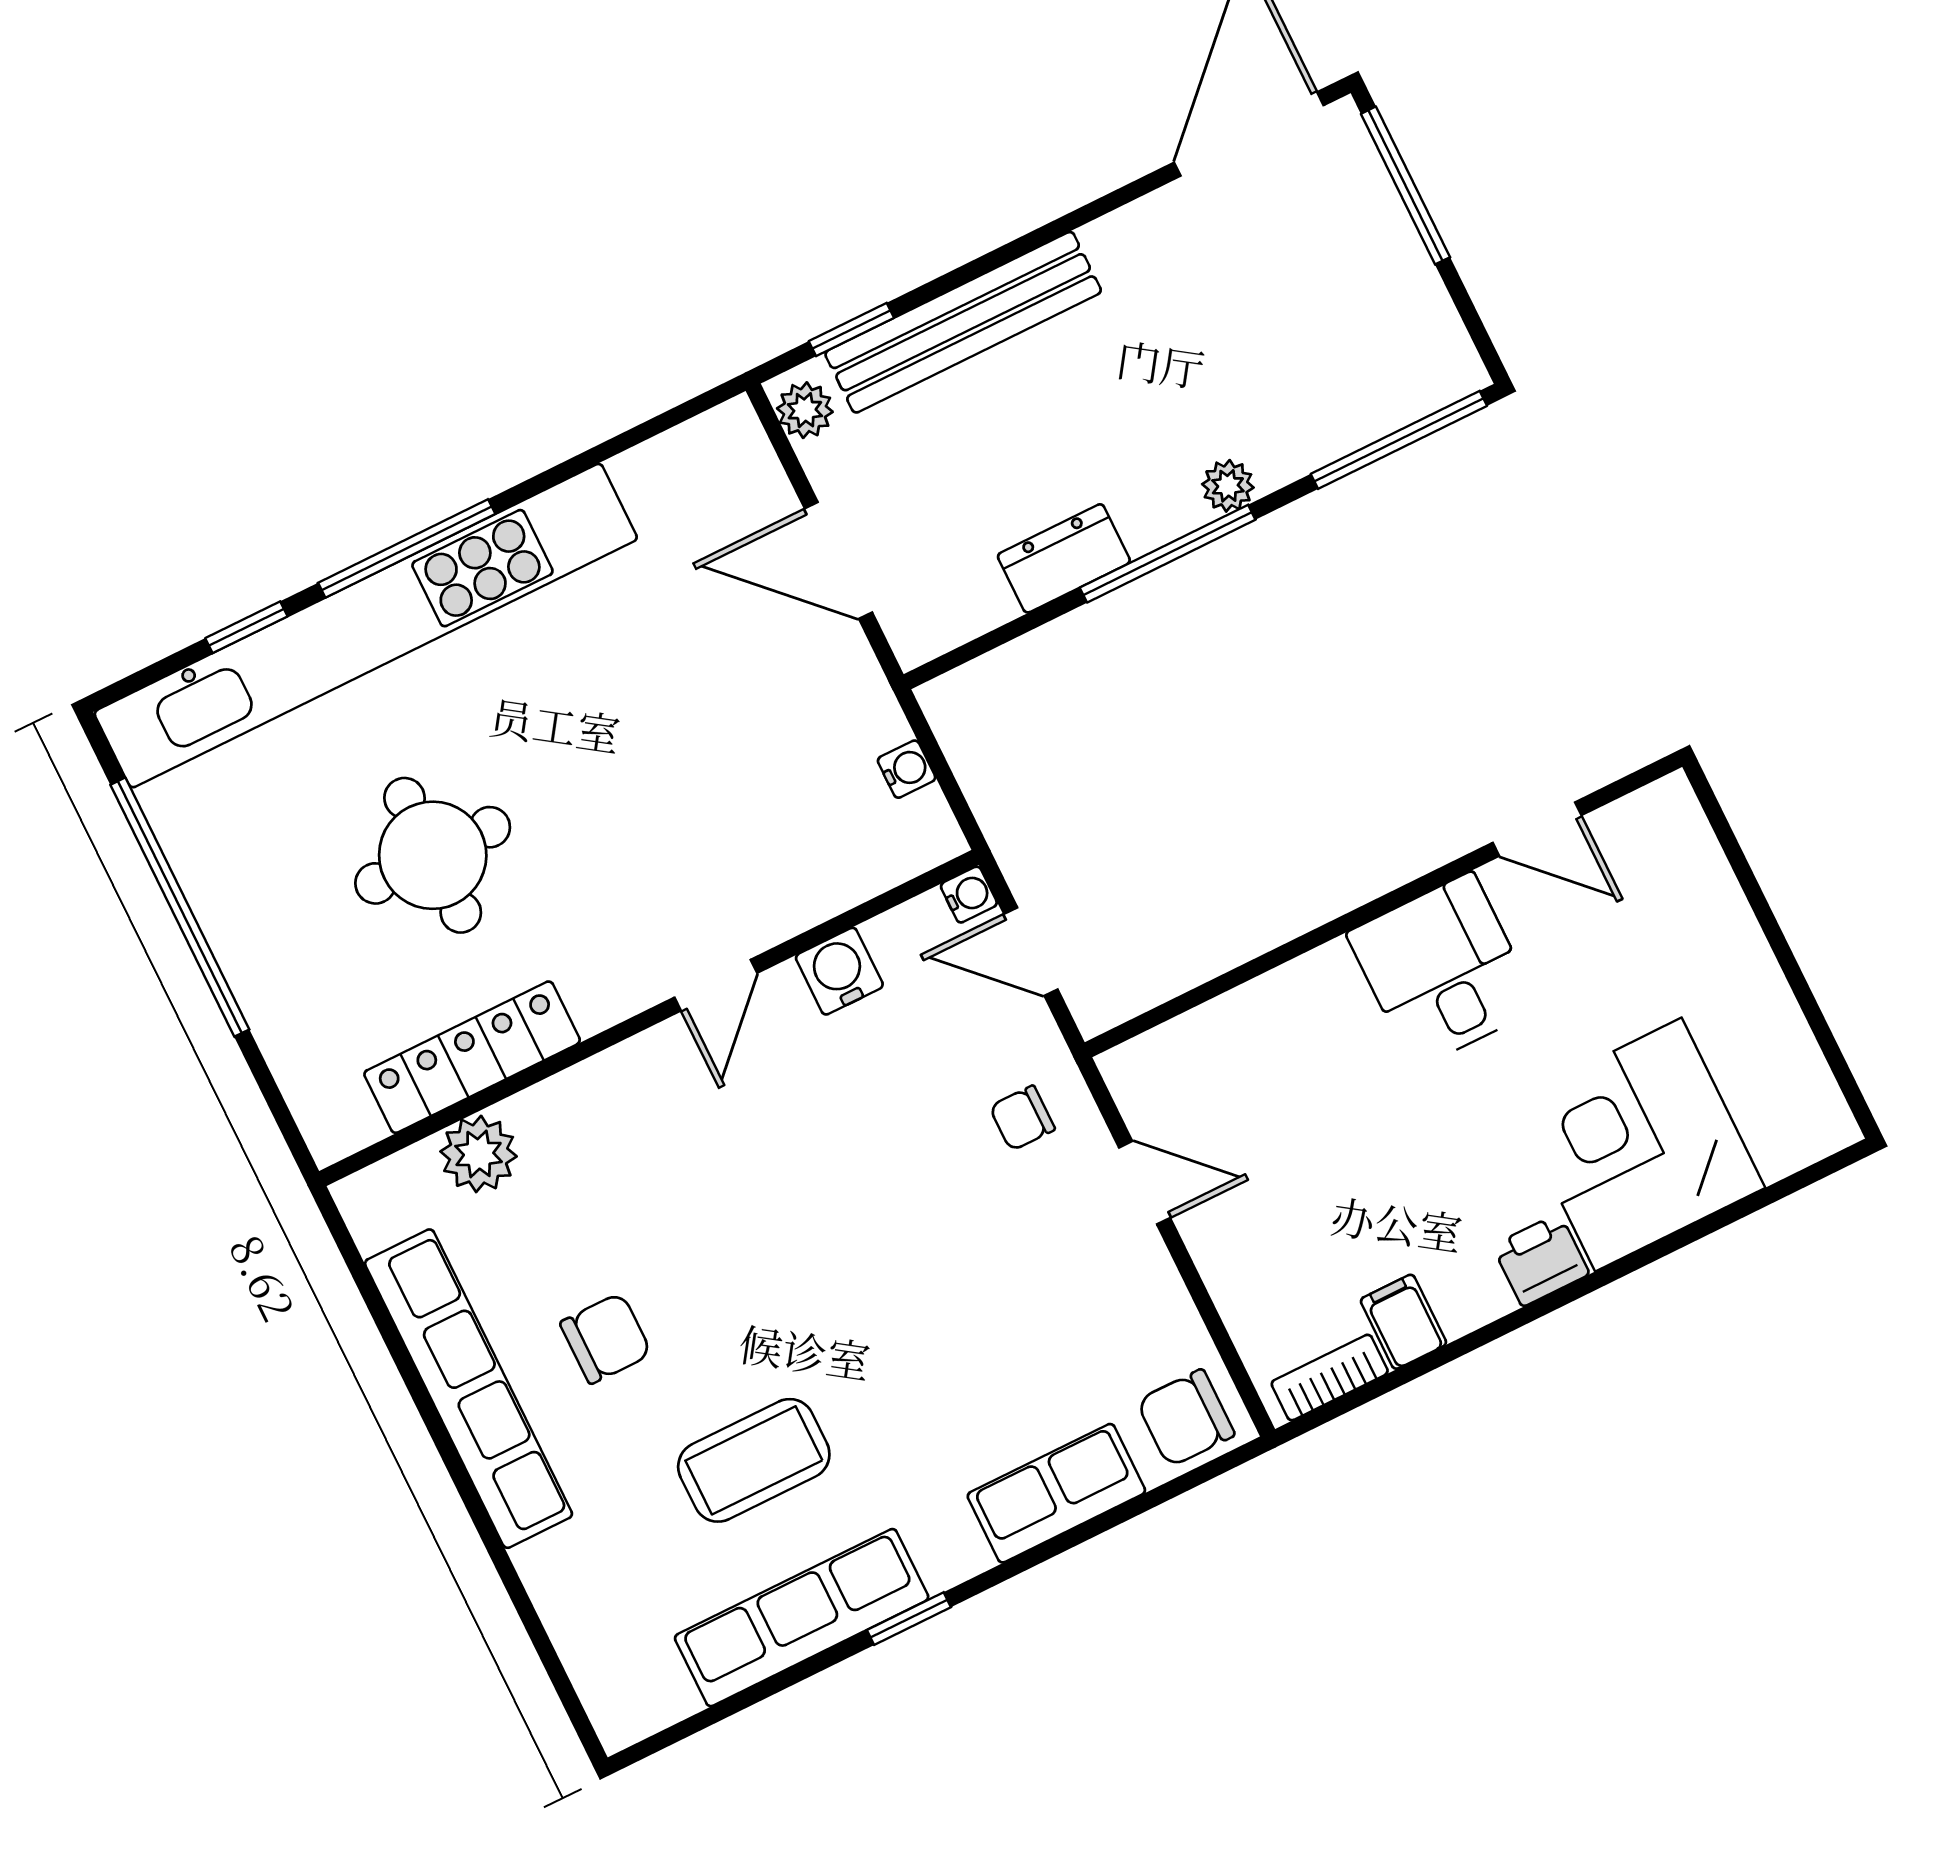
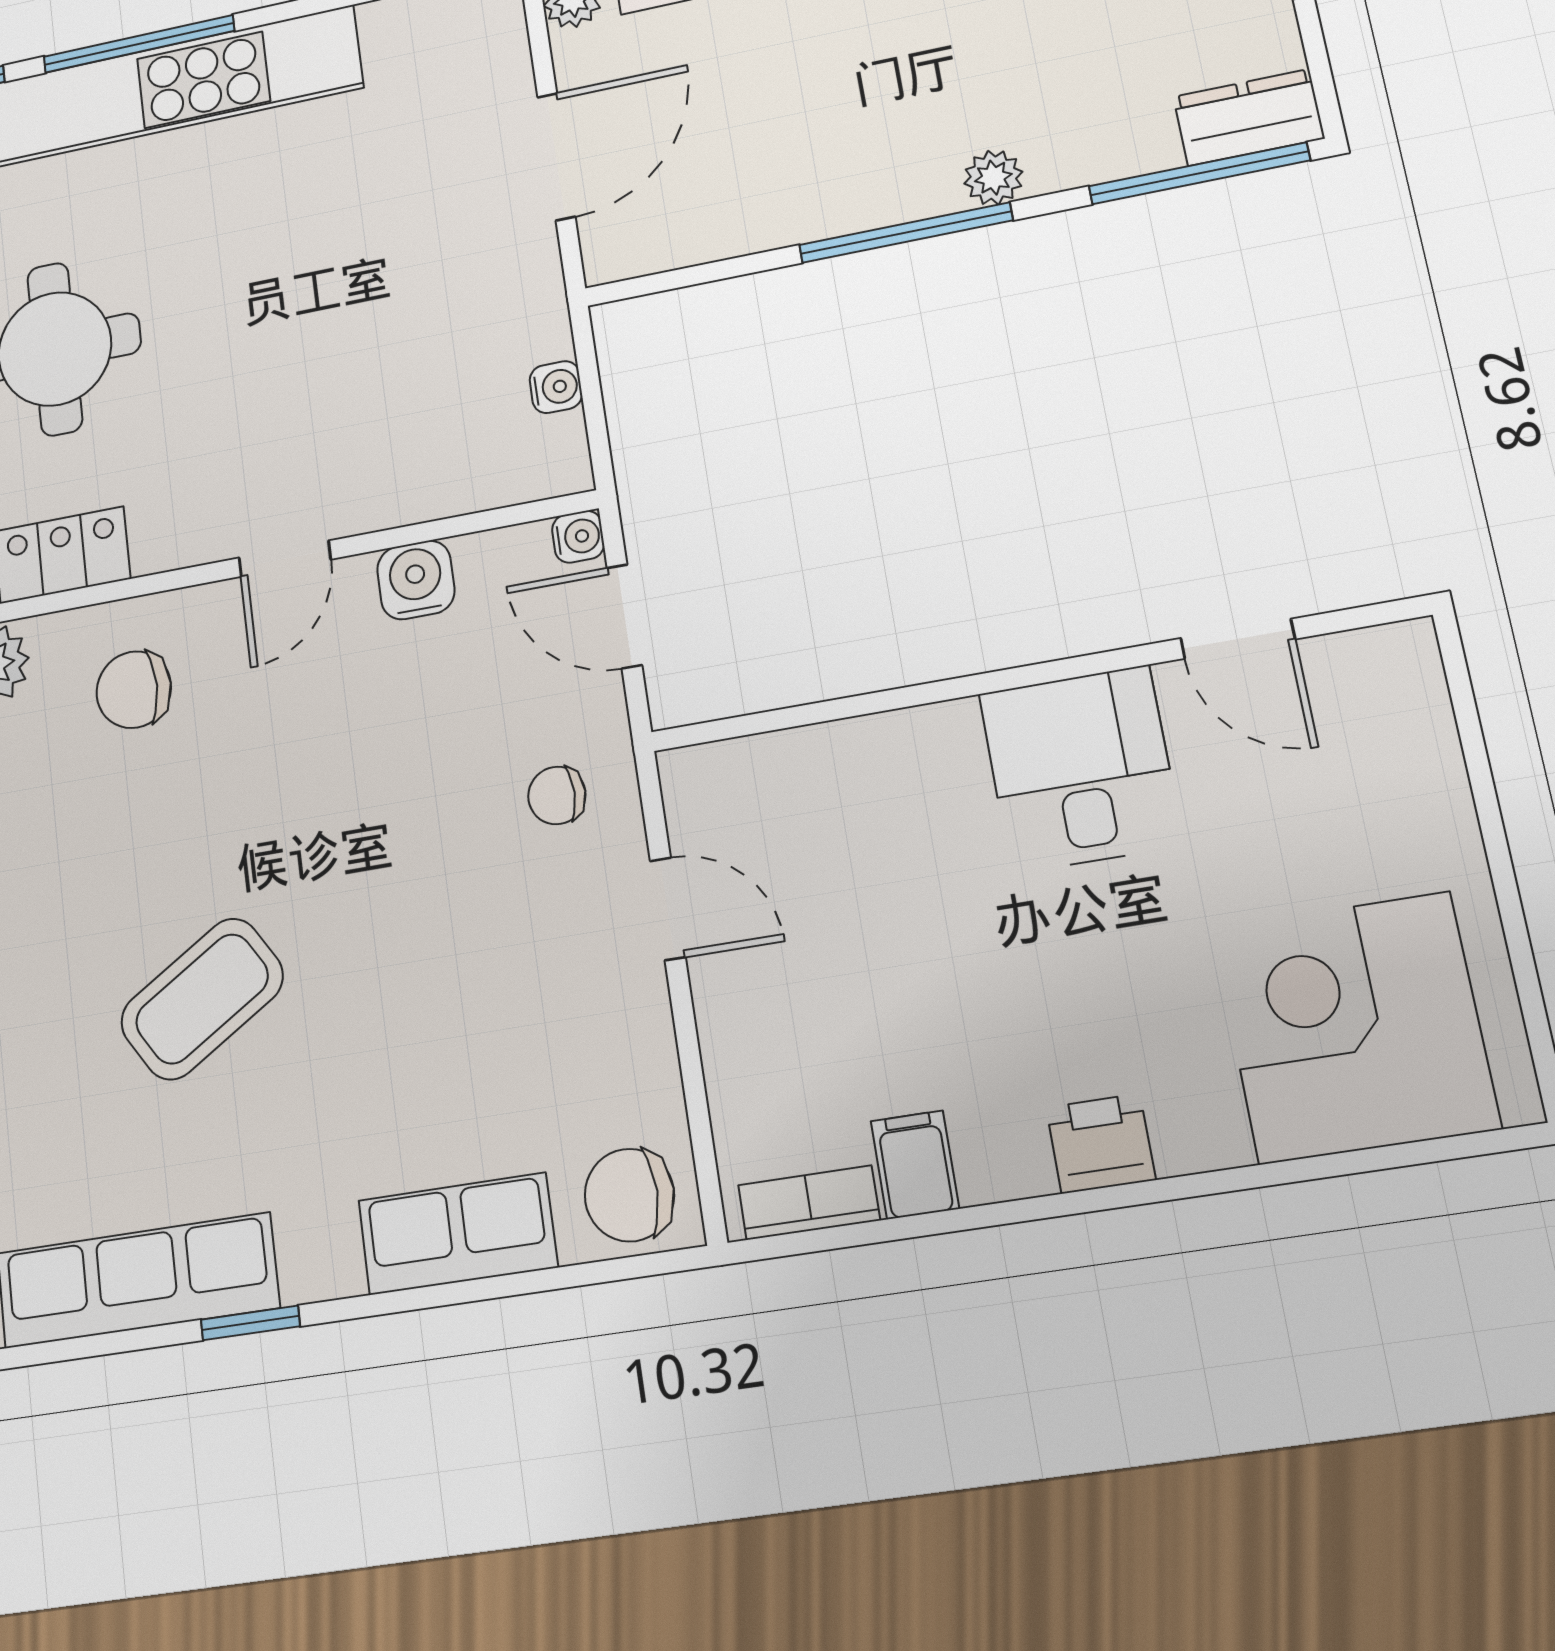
dresser: (1064, 558) -> (1249, 118), moved
door: (838, 561) -> (556, 157), swing flipped
corner desk: (1638, 1145) -> (1355, 1027), moved
chair: (606, 1338) -> (134, 690), moved, turned 180
coffee table: (754, 1460) -> (202, 999), moved, turned -32

